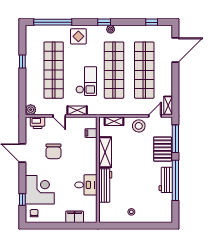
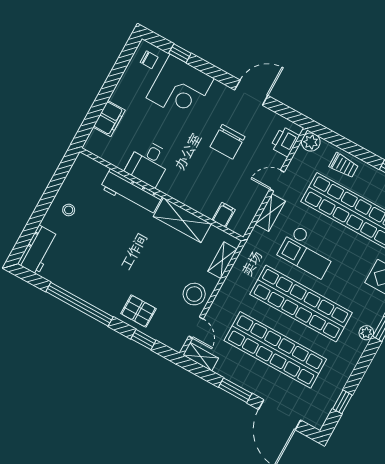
window: (175, 79) -> (235, 390), added
trolley: (33, 87) -> (344, 165), added
window: (175, 139) -> (143, 340), width x0.46
pallet: (163, 149) -> (139, 311), width x0.67, depth x0.71
chair: (53, 151) -> (227, 142), turned -90
workbench: (166, 180) -> (38, 250), moved, turned 90

